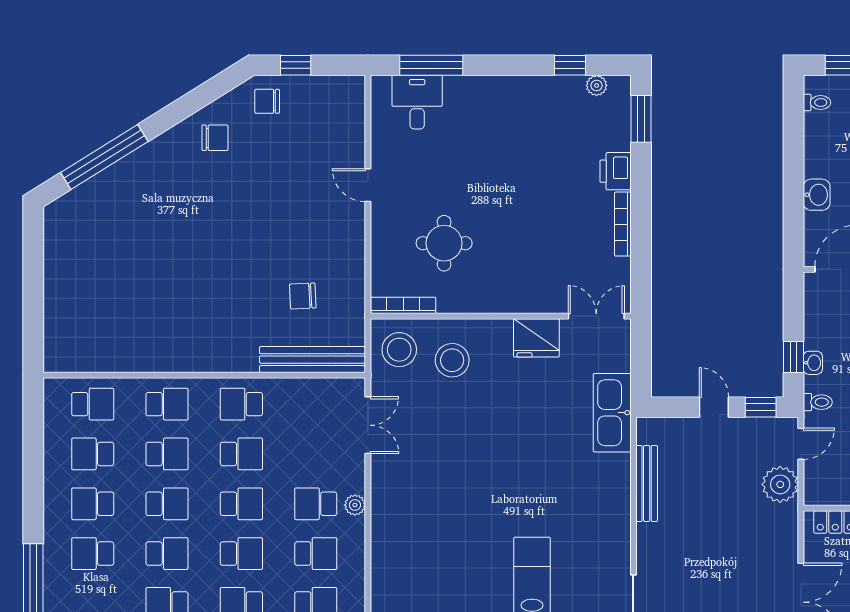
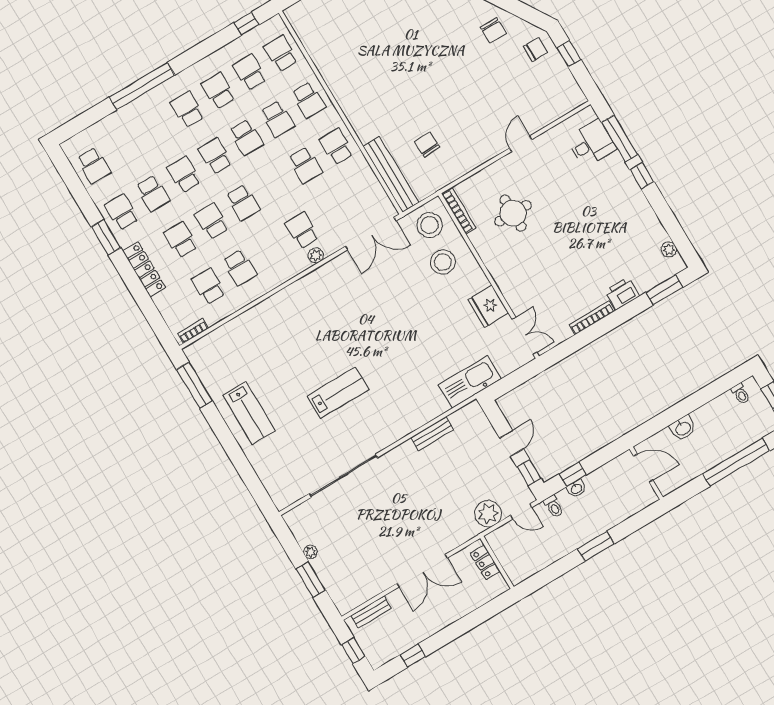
window: (570, 65) -> (642, 176), moved
chair: (267, 101) -> (536, 49), turned 90
school desk: (93, 404) -> (281, 54), turned 180
window: (33, 423) -> (246, 24), added
double door: (368, 425) -> (371, 234), width x1.37
bench: (647, 483) -> (432, 434), width x0.73
school desk: (241, 504) -> (274, 184), removed
school desk: (167, 554) -> (215, 156), turned 180
school desk: (316, 554) -> (271, 249), removed

